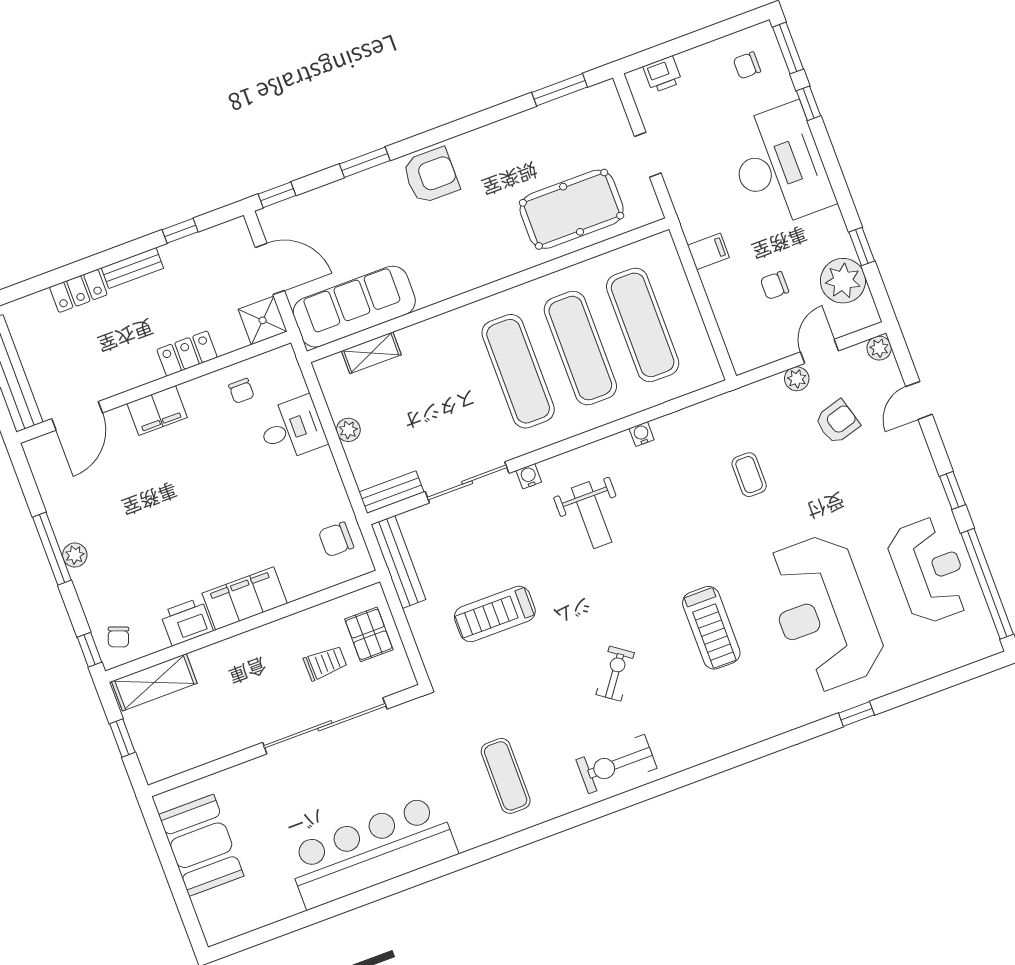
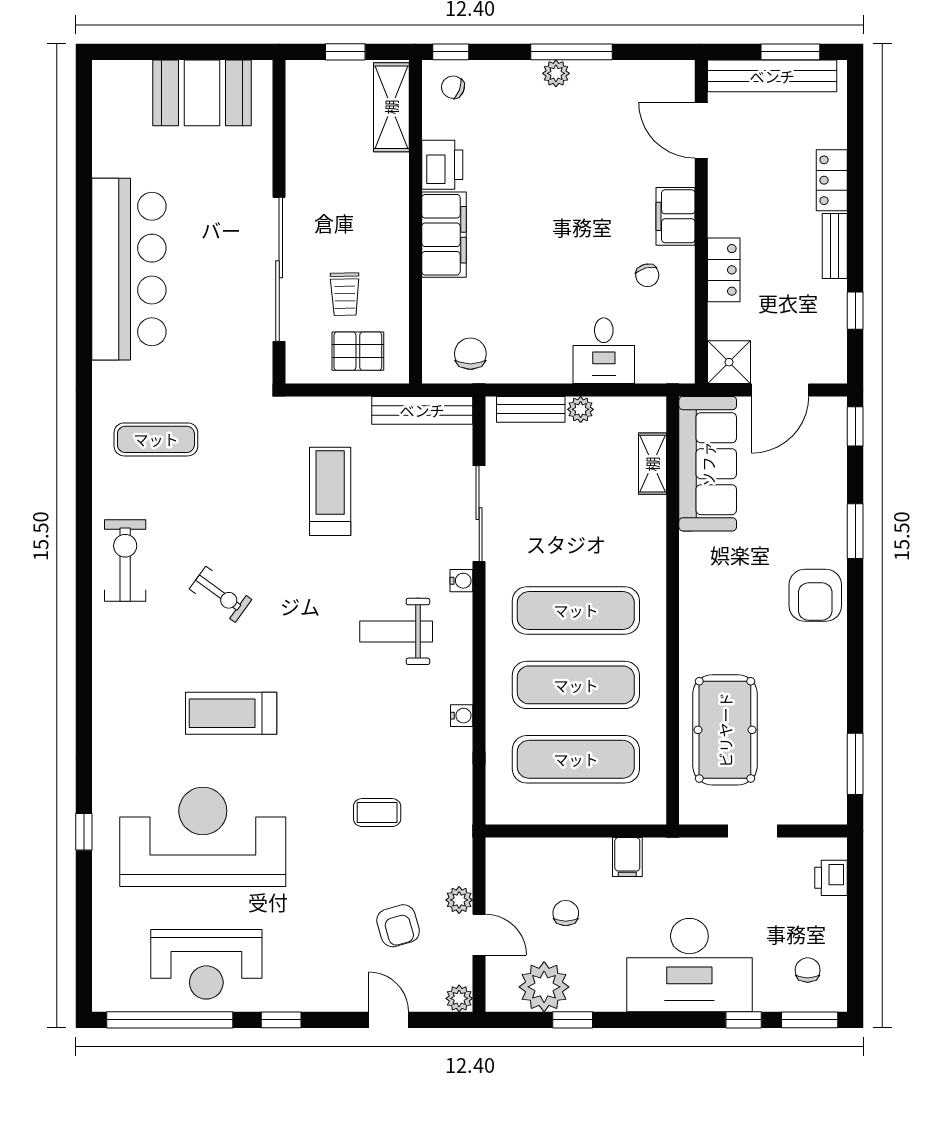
chair: (241, 391) -> (647, 275), moved, turned -105
bench: (391, 492) -> (531, 409), moved, turned 90

